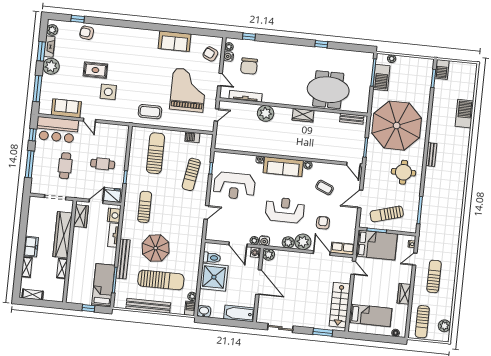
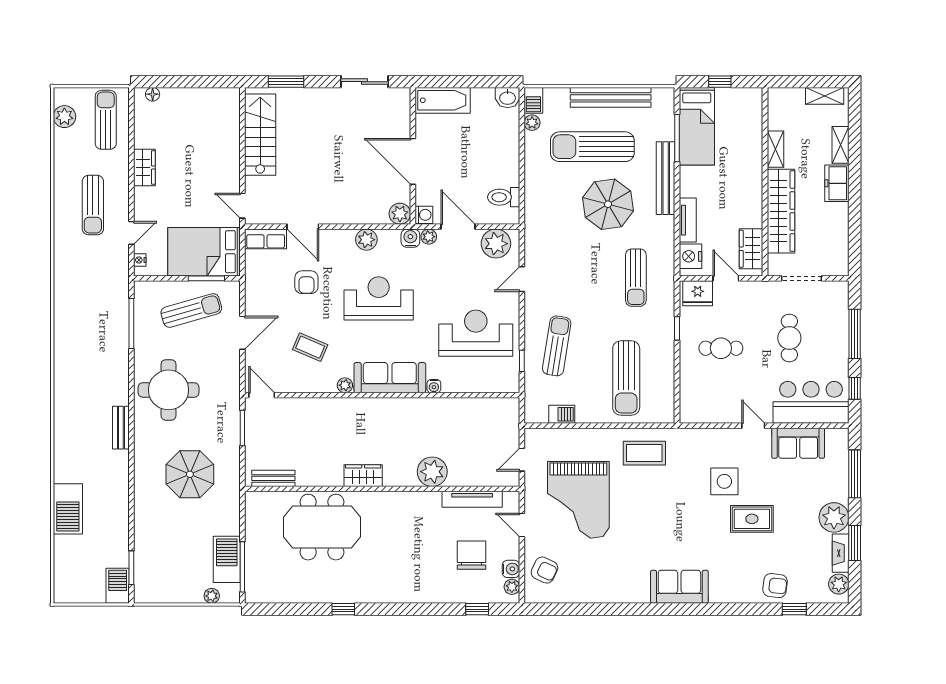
sofa: (175, 41) -> (679, 587), moved
parasol: (397, 126) -> (190, 474), width x0.54, depth x0.54
round table: (403, 172) -> (169, 390), width x1.36, depth x1.36
door: (96, 201) -> (726, 278), swing flipped
reception desk: (285, 210) -> (379, 298), turned 180
plant: (303, 242) -> (496, 244), moved
shower: (214, 277) -> (496, 162), removed
bed: (370, 315) -> (202, 122), removed

